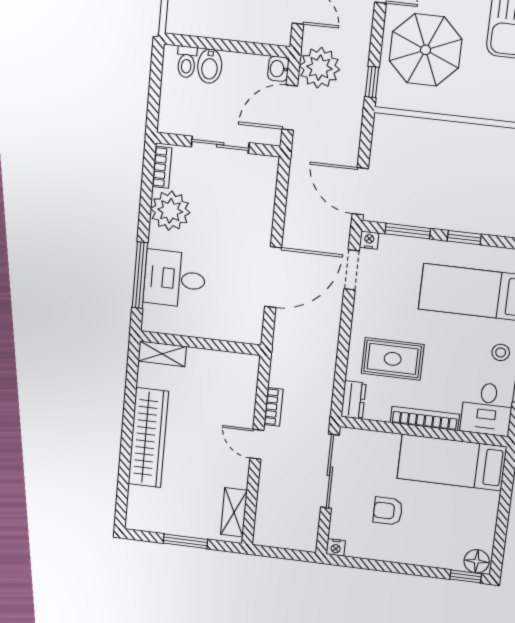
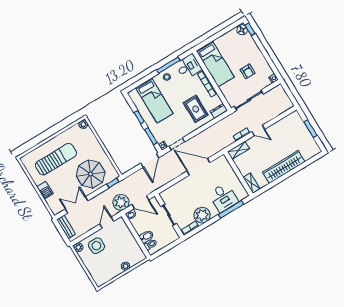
door: (257, 444) -> (258, 130), hinge flipped
shelving: (234, 512) -> (239, 150), moved

